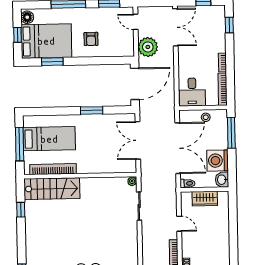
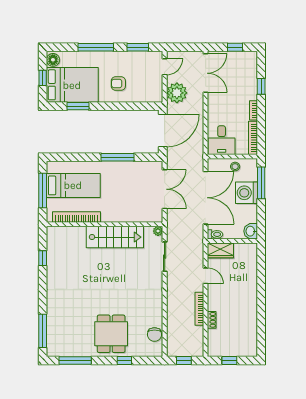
door: (136, 22) -> (165, 67), swing flipped
window: (229, 25) -> (261, 86), moved
armchair: (91, 39) -> (118, 83), turned 90
window: (92, 110) -> (118, 157), width x1.44
double door: (138, 140) -> (165, 189), swing flipped
washing machine: (218, 161) -> (246, 193), moved
stairs: (52, 189) -> (115, 237), moved
wardrobe: (205, 199) -> (220, 250), moved

